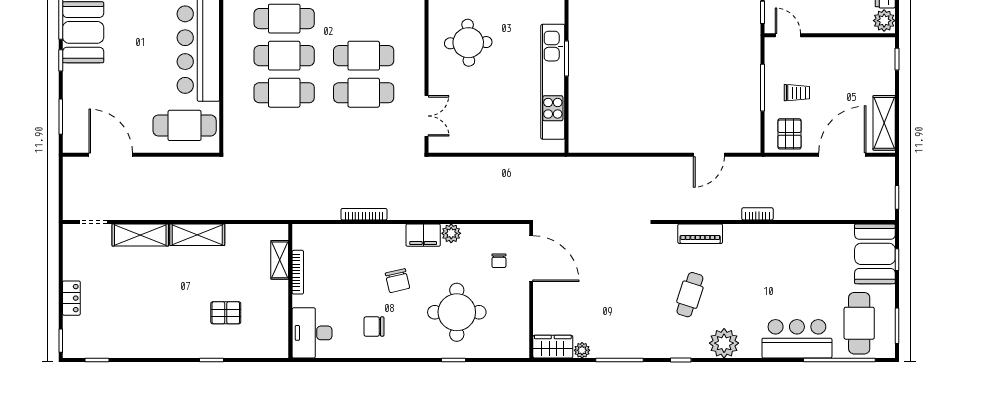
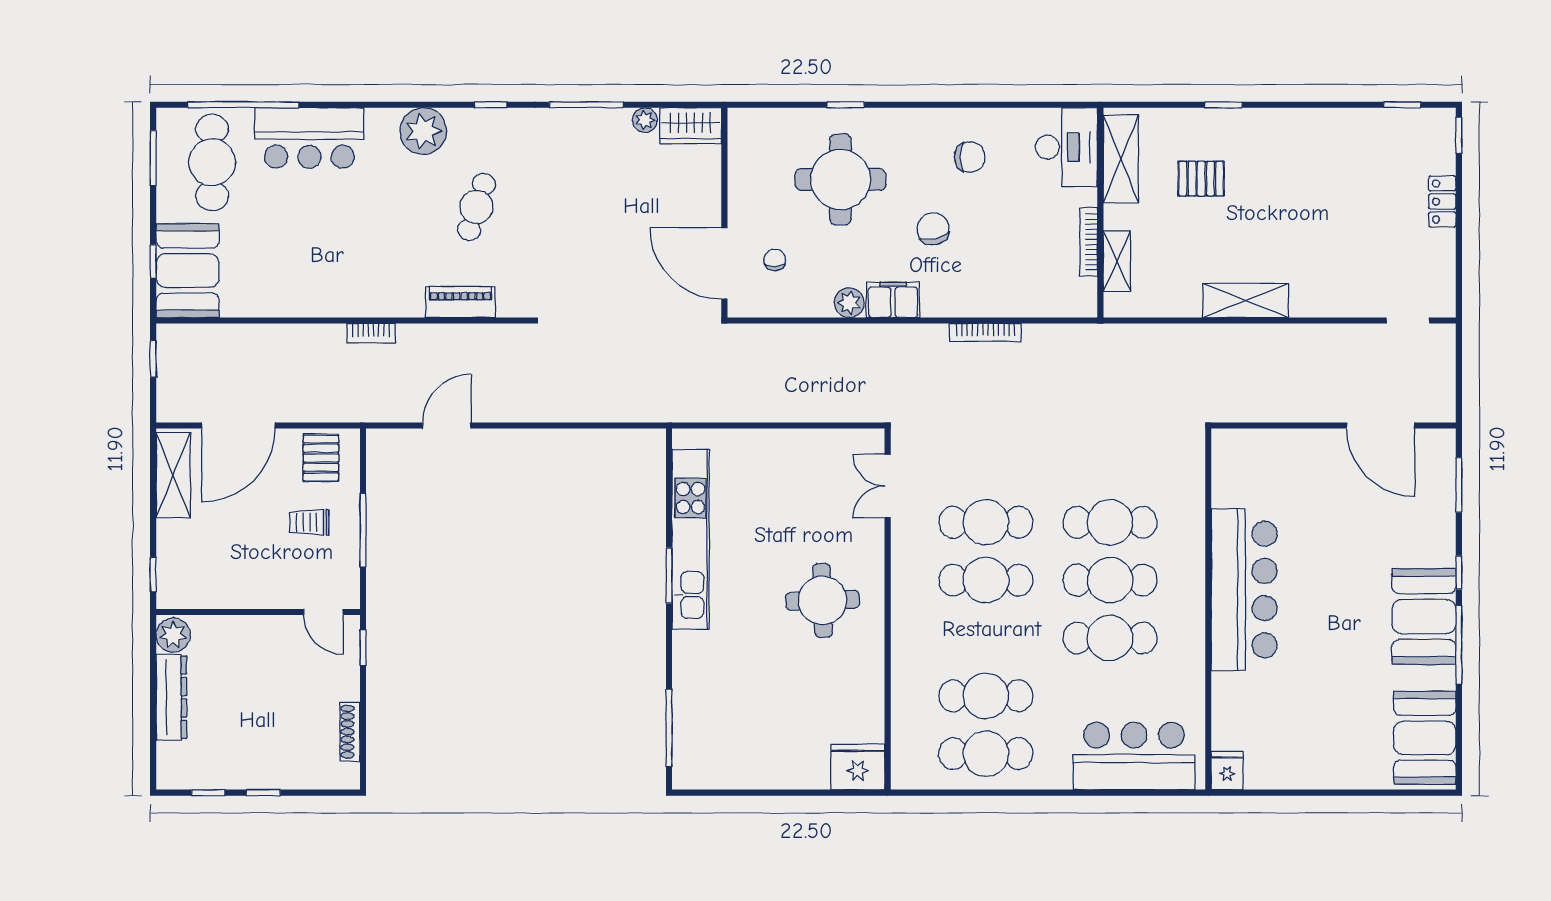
cafe table: (185, 125) -> (1266, 471), removed
shelving: (140, 235) -> (1121, 159), moved, turned 90

